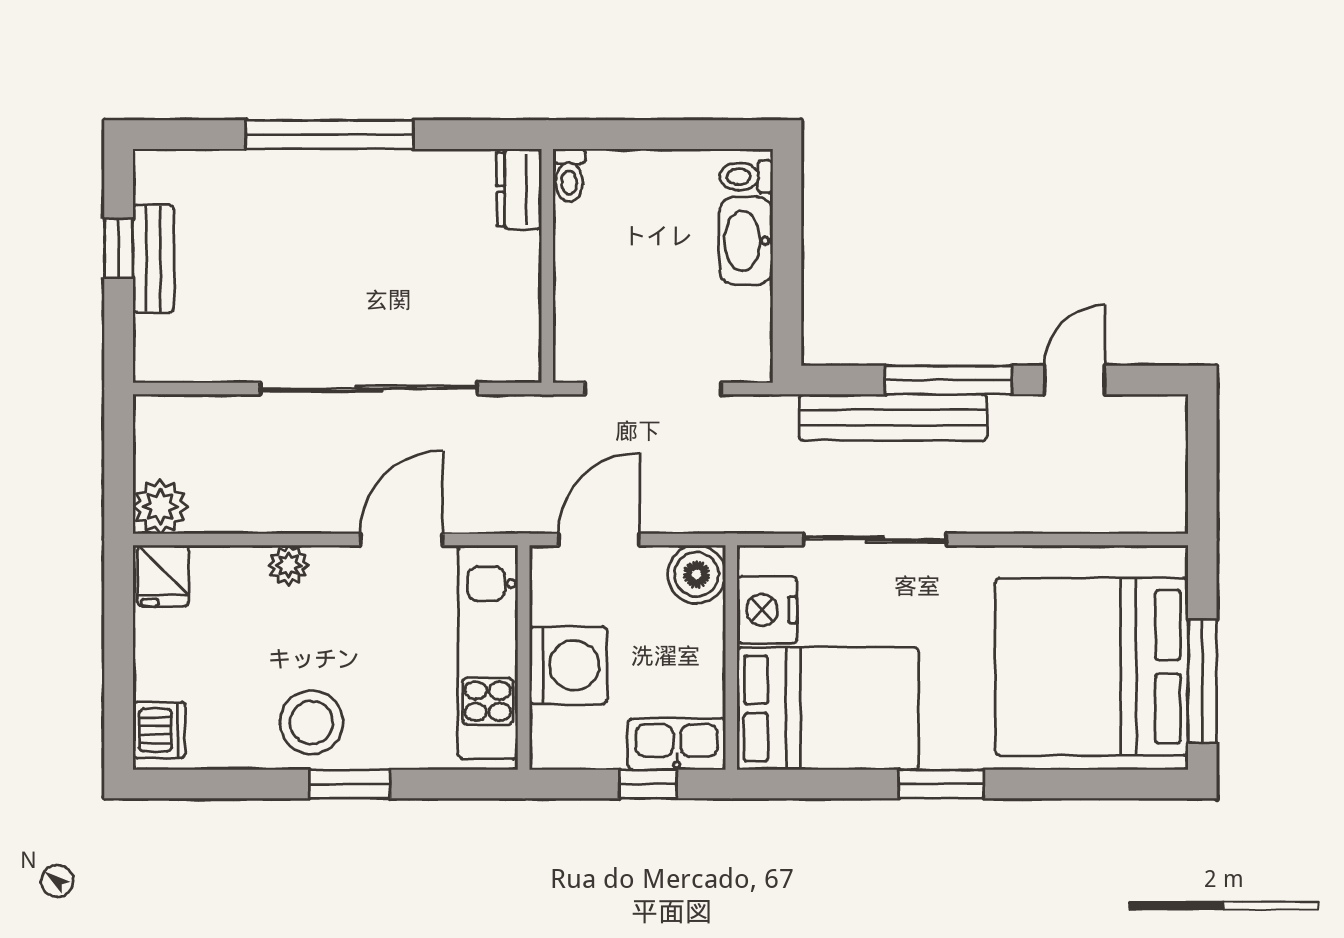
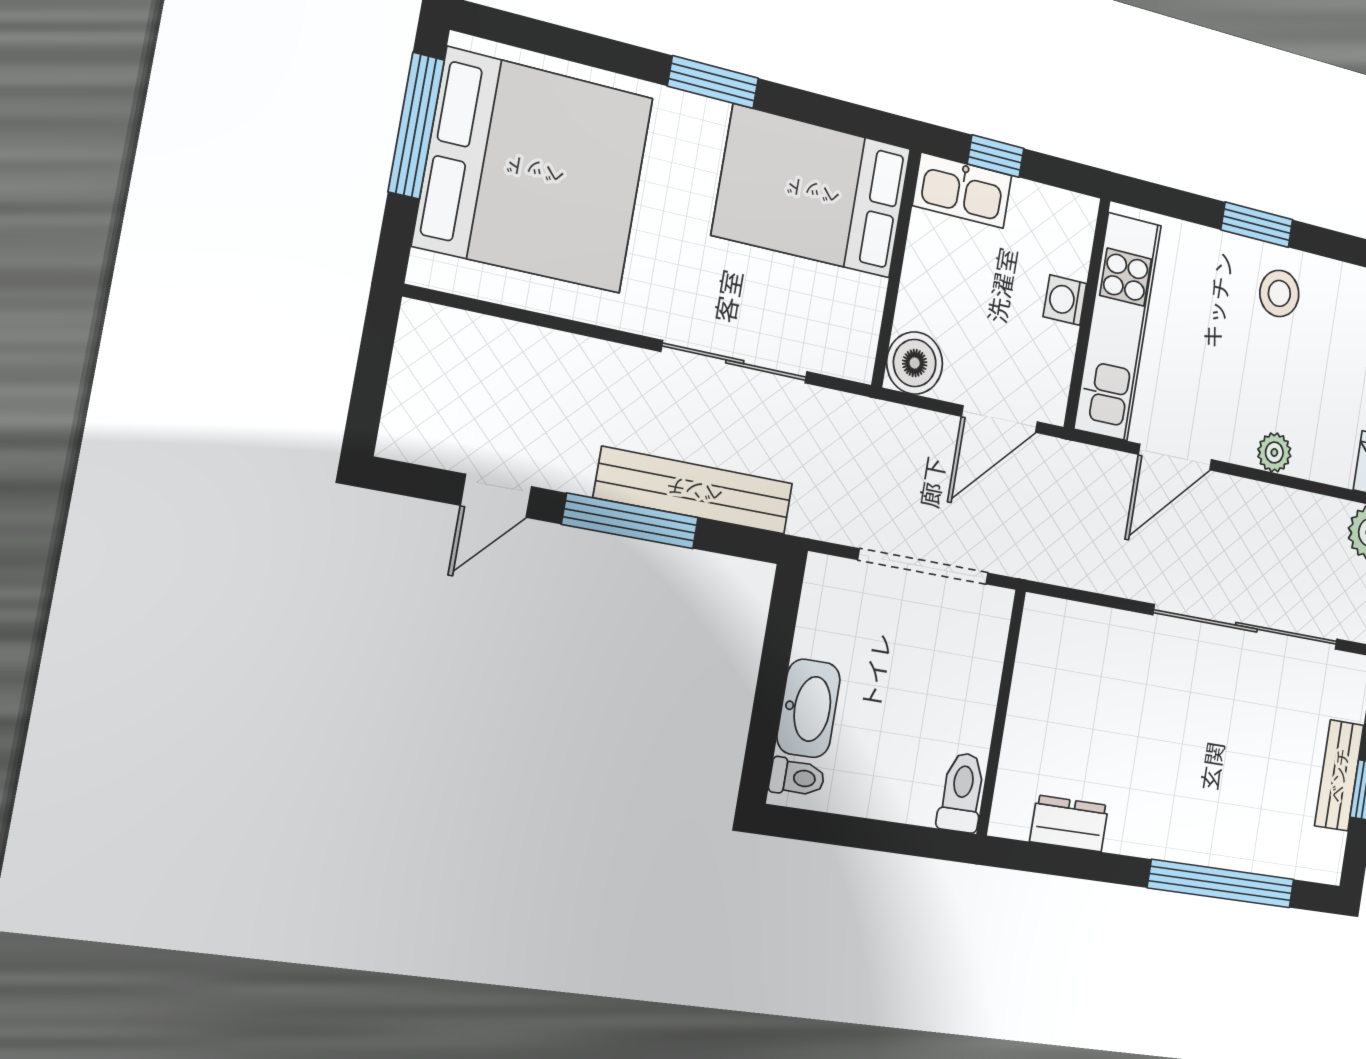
window: (329, 135) -> (1221, 884), moved
toilet: (569, 175) -> (962, 792), width x1.37, depth x1.39
dresser: (519, 189) -> (1069, 823), moved, turned -90
sliding door: (369, 389) -> (1246, 627), moved
nightstand: (767, 610) -> (854, 310), removed
washing machine: (568, 665) -> (1065, 300), width x0.53, depth x0.53
stool: (311, 722) -> (1279, 293), width x0.73, depth x0.73

